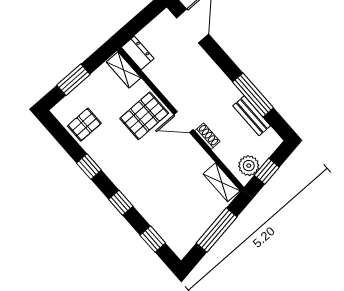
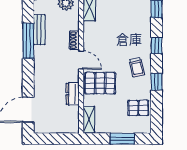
dresser: (138, 53) -> (73, 94), moved
trolley: (121, 164) -> (137, 67), added

